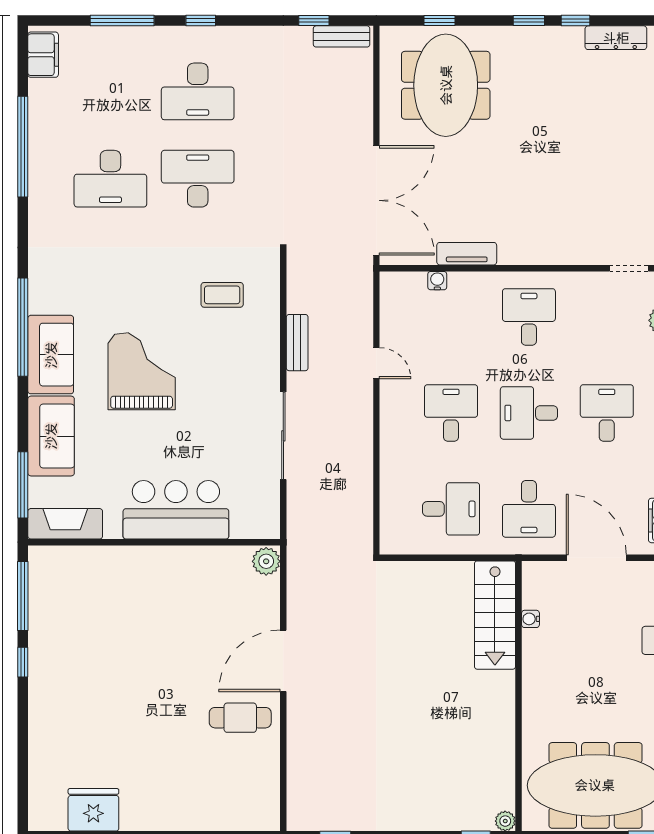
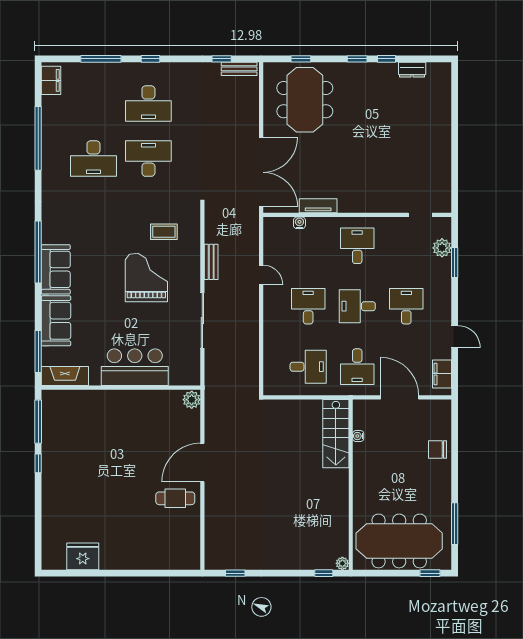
dresser: (616, 38) -> (412, 70), width x0.70
grand piano: (142, 371) -> (146, 277), moved

